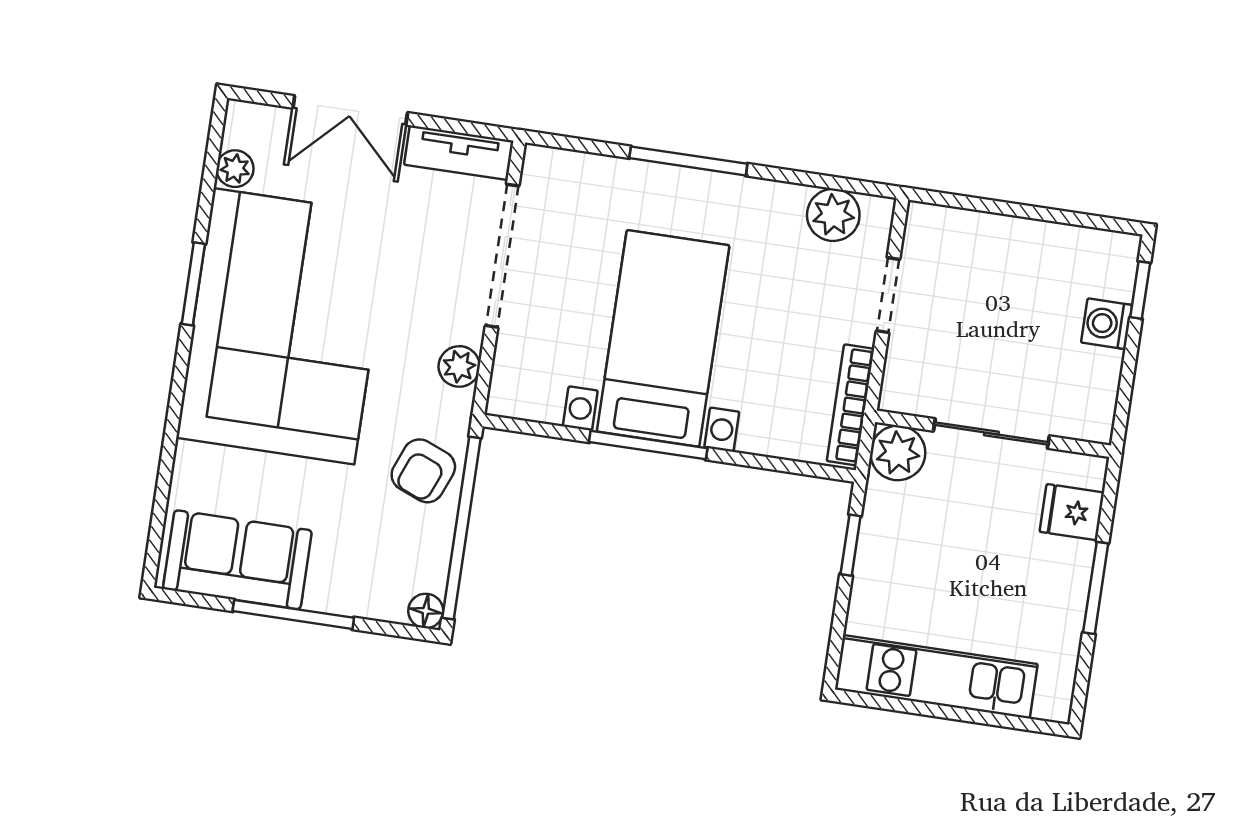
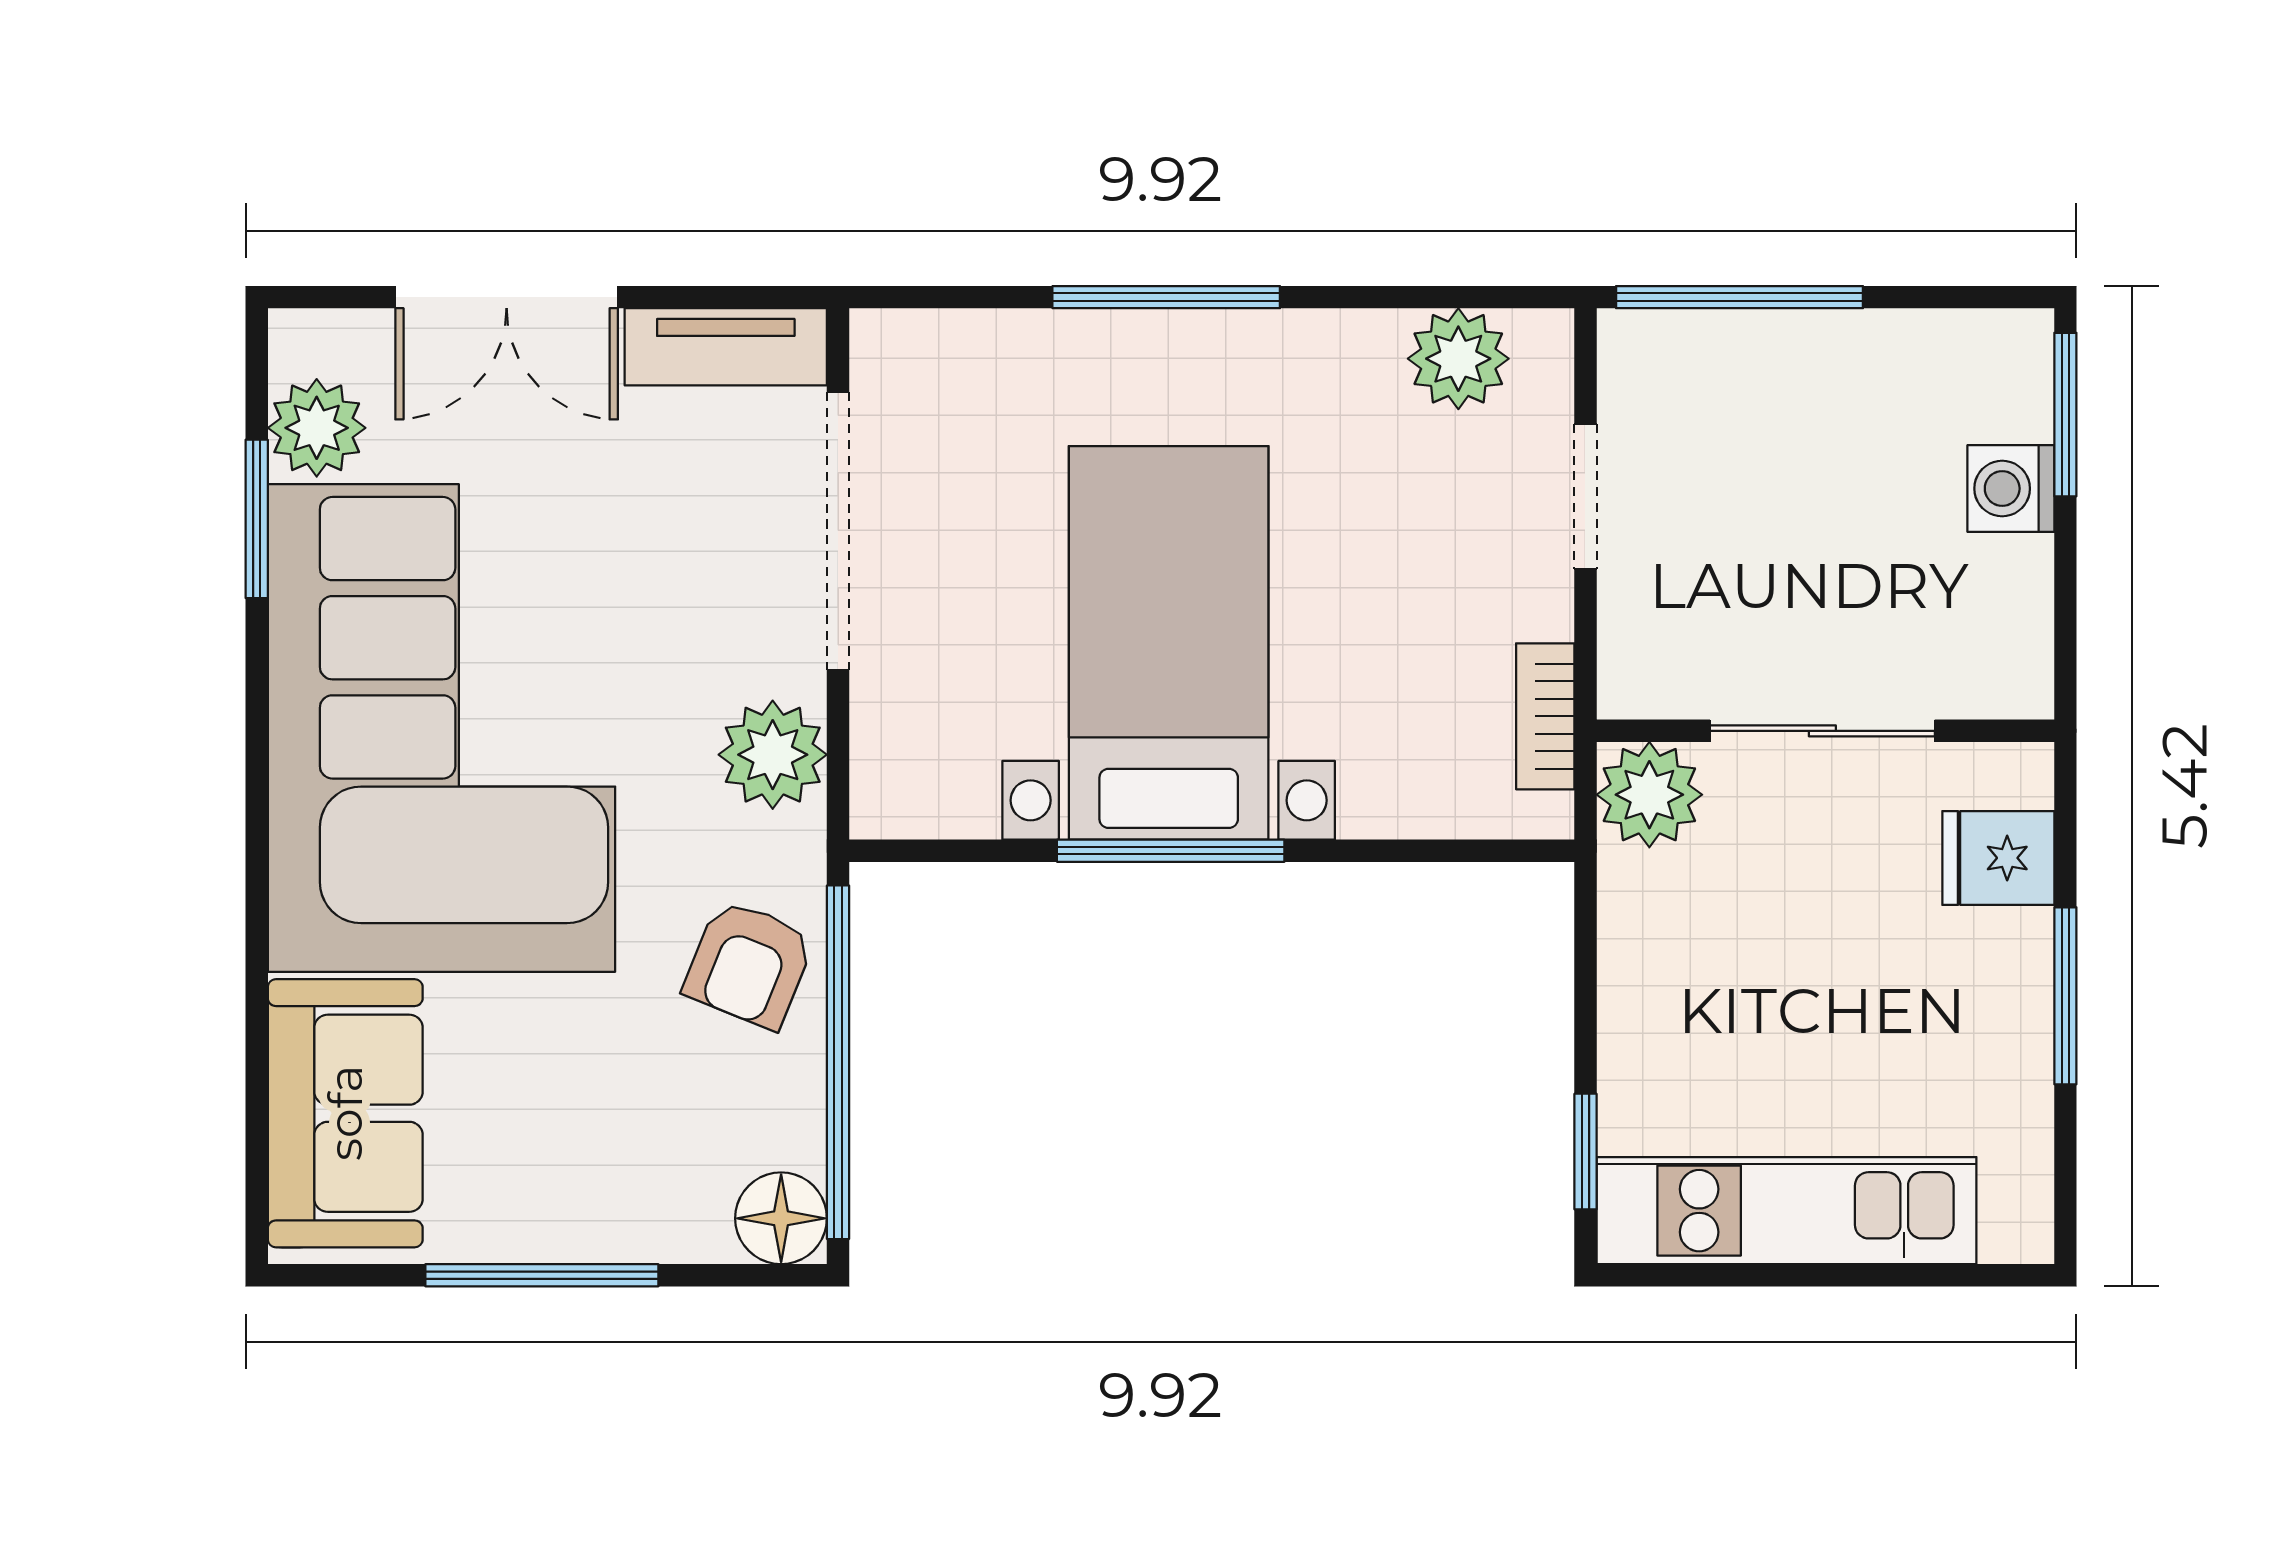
plant: (235, 169) -> (317, 428), width x1.38, depth x1.38
window: (982, 205) -> (1739, 297), added
window: (193, 284) -> (257, 519), moved
window: (1140, 290) -> (2065, 415), width x1.50
plant: (459, 366) -> (773, 755), width x1.38, depth x1.38
bookcase: (850, 405) -> (1545, 716), width x0.64
window: (851, 545) -> (1585, 1152), moved
sofa: (237, 560) -> (345, 1113), moved, turned 90
floor lamp: (426, 611) -> (781, 1218), width x1.37, depth x1.37

